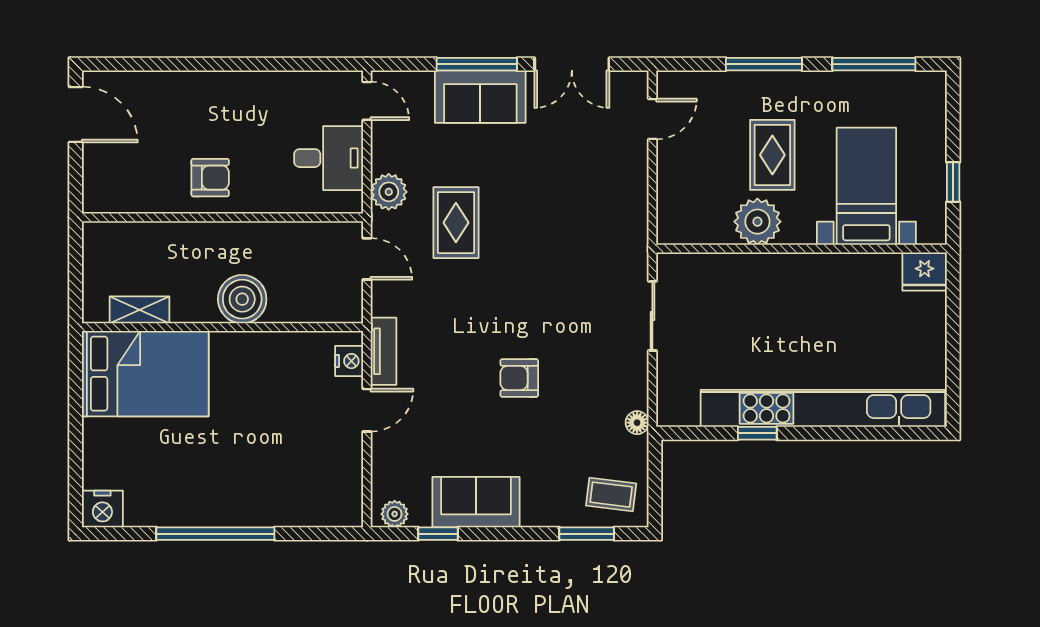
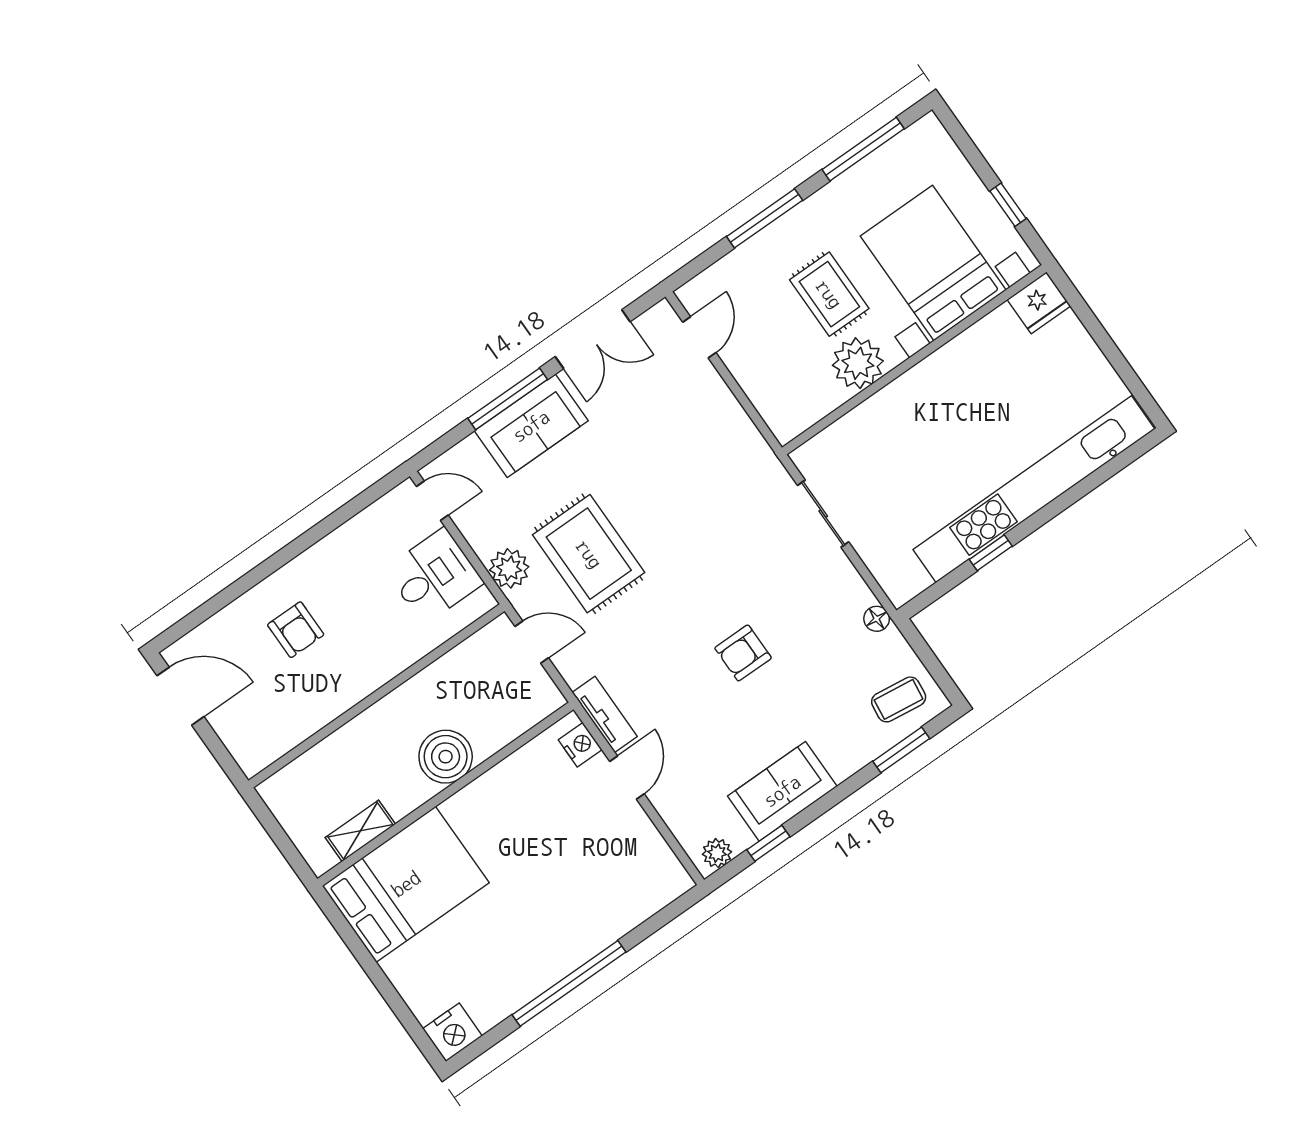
armchair: (210, 178) -> (296, 630), moved, turned 90
bed with nightstands: (866, 186) -> (933, 263), width x1.36
rug: (456, 223) -> (589, 554), width x1.36, depth x1.43

